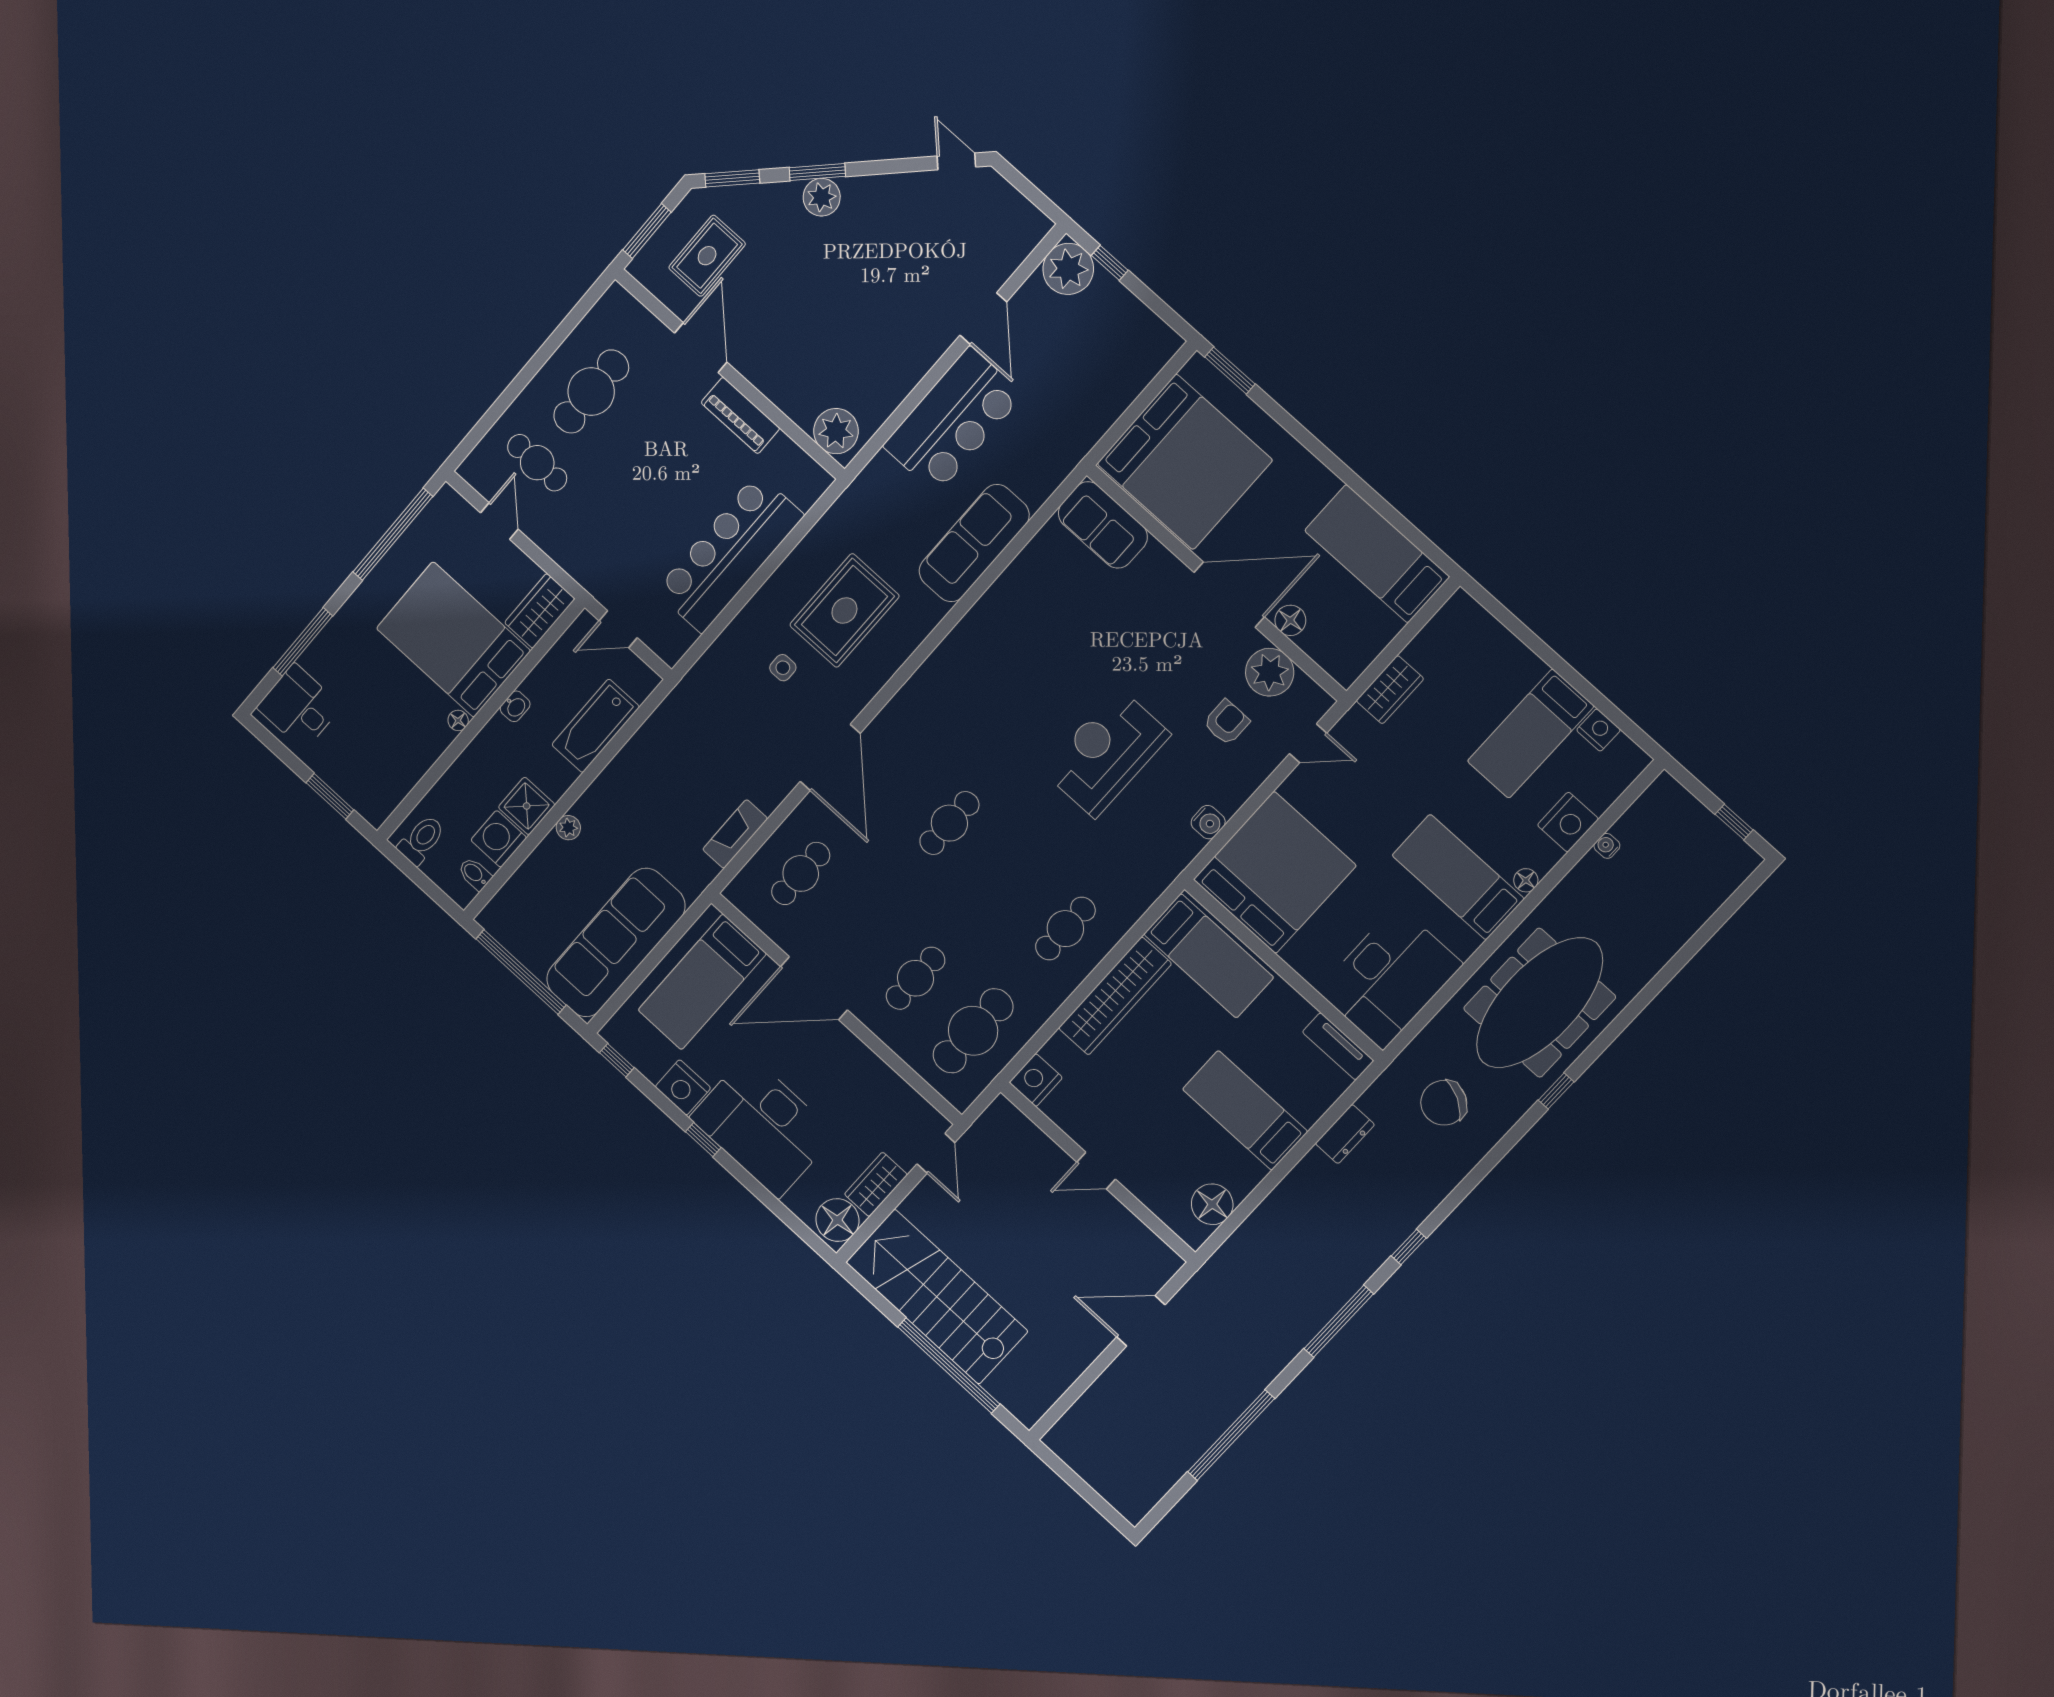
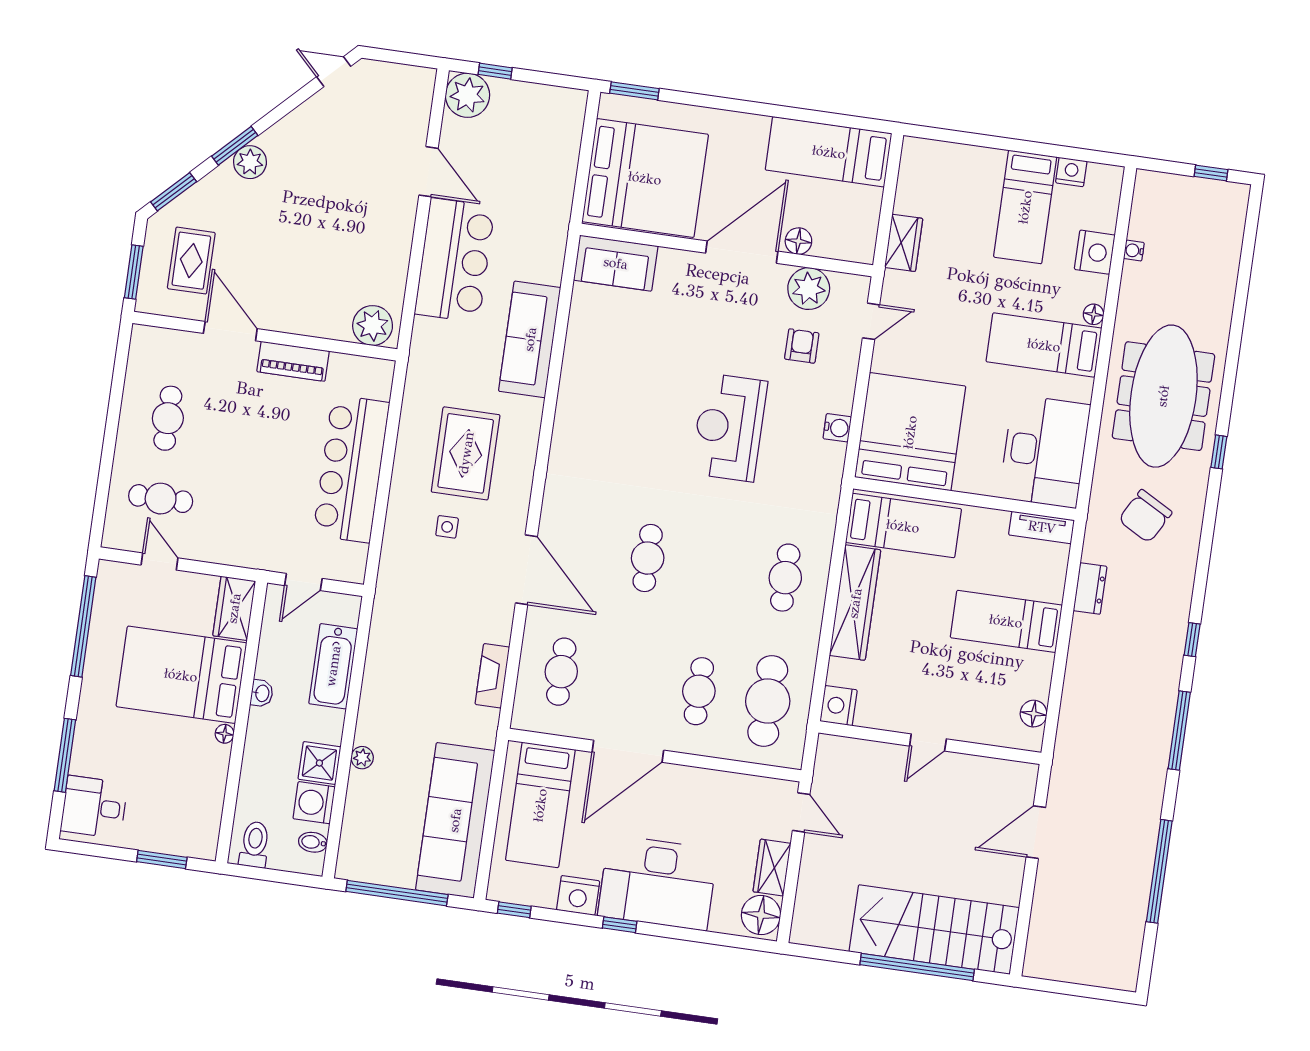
cafe table: (591, 391) -> (168, 418), width x0.73, depth x0.74
floor lamp: (1212, 1204) -> (1034, 714), width x0.73, depth x0.73
stairs: (937, 1297) -> (934, 930), moved

